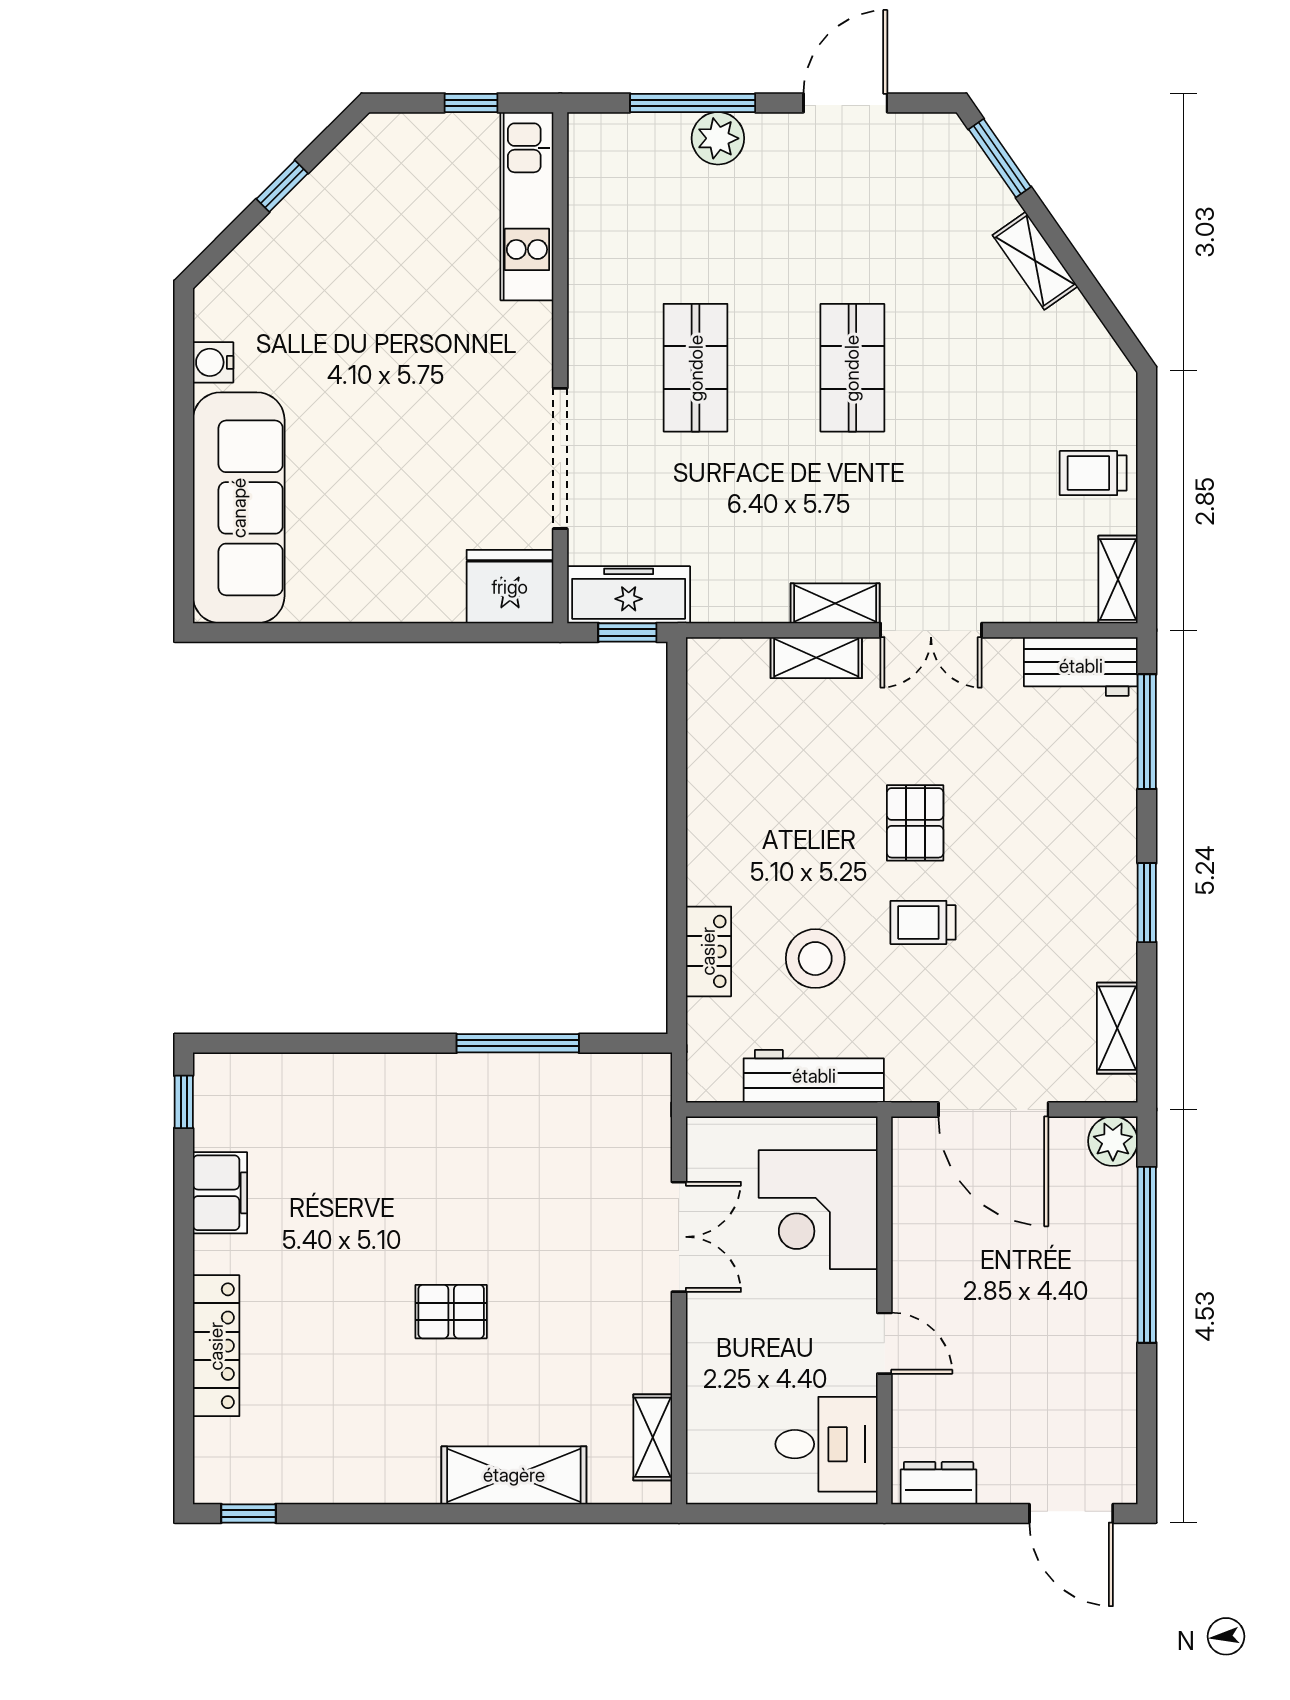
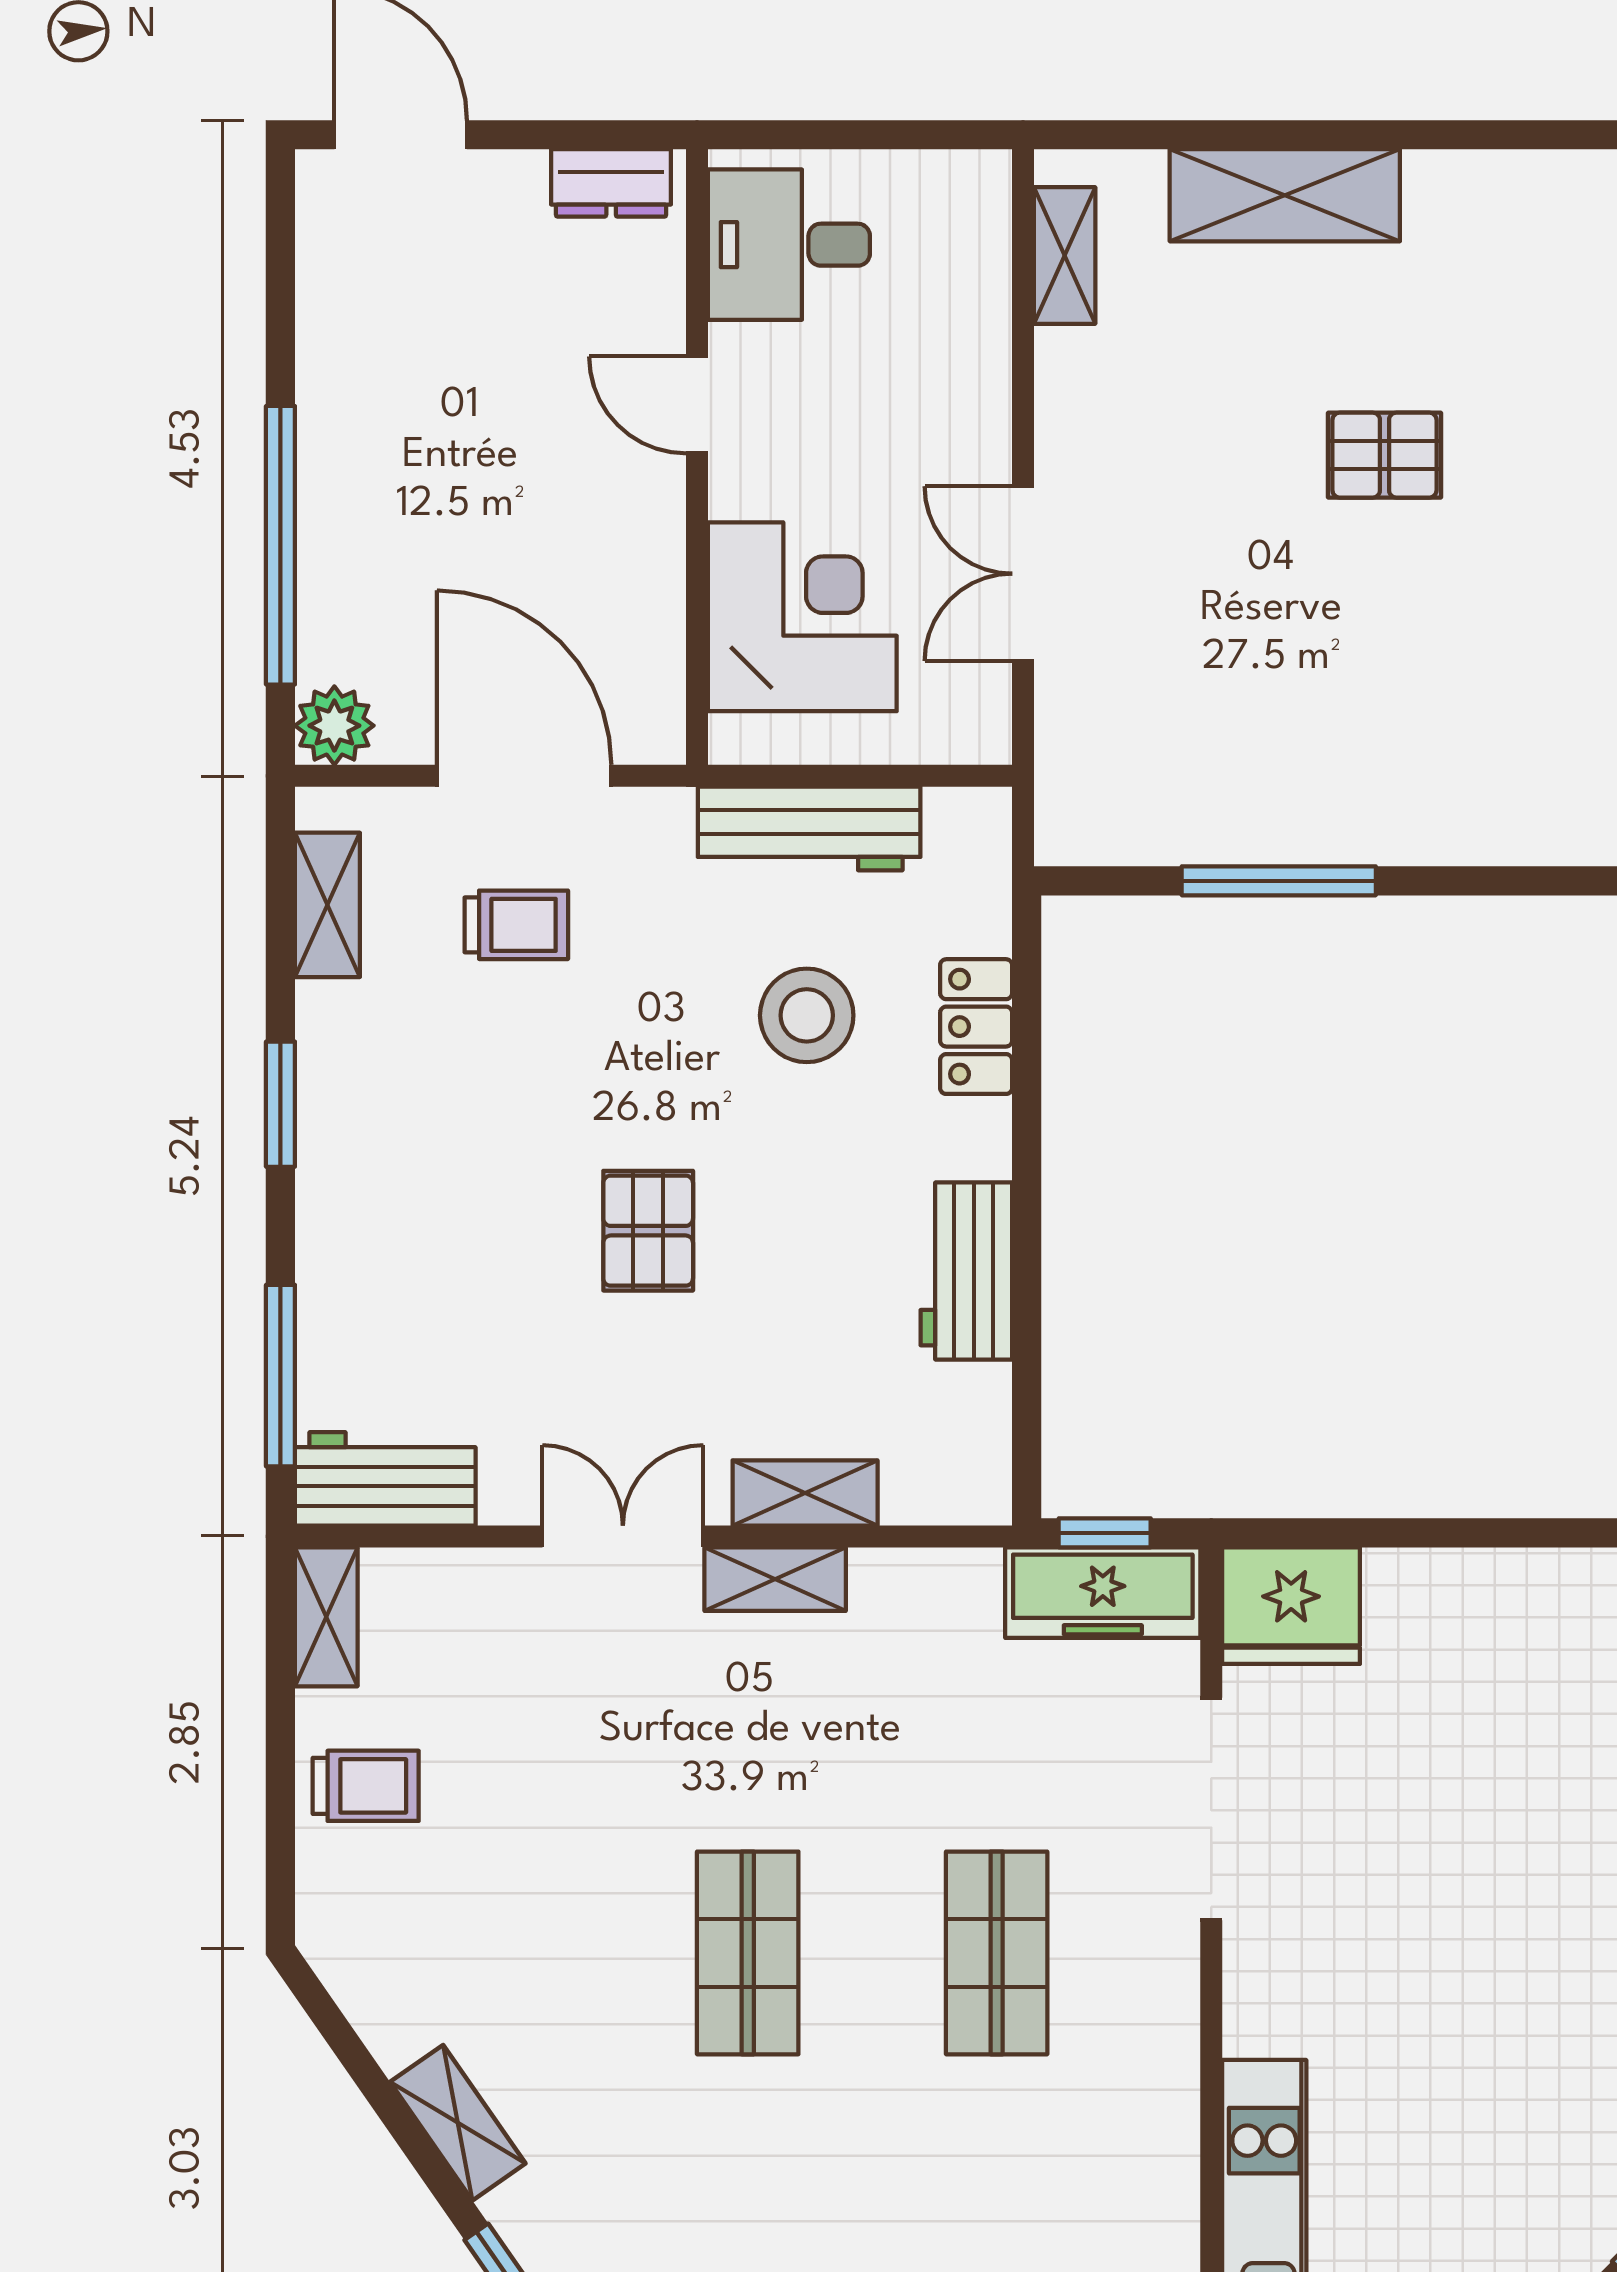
workbench: (715, 797) -> (966, 1271), added
trolley: (923, 922) -> (516, 925), moved

